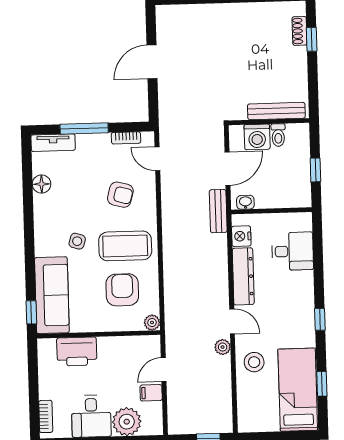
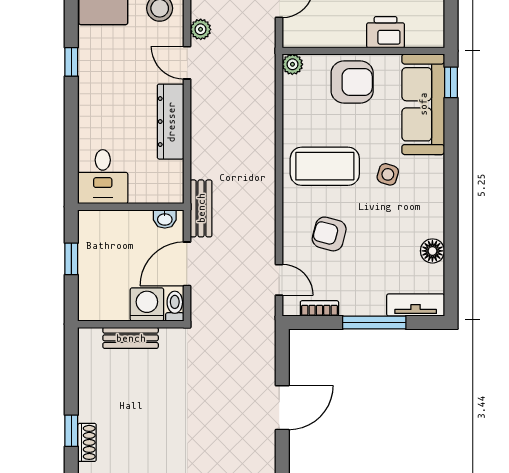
bench: (276, 111) -> (131, 338), width x0.73
toilet: (278, 135) -> (175, 306), moved
nightstand: (241, 236) -> (172, 175), removed
desk: (293, 251) -> (103, 177), moved, turned -90
armchair: (122, 290) -> (352, 82), moved, turned -90
printer: (77, 351) -> (386, 32), width x0.73, depth x0.84

